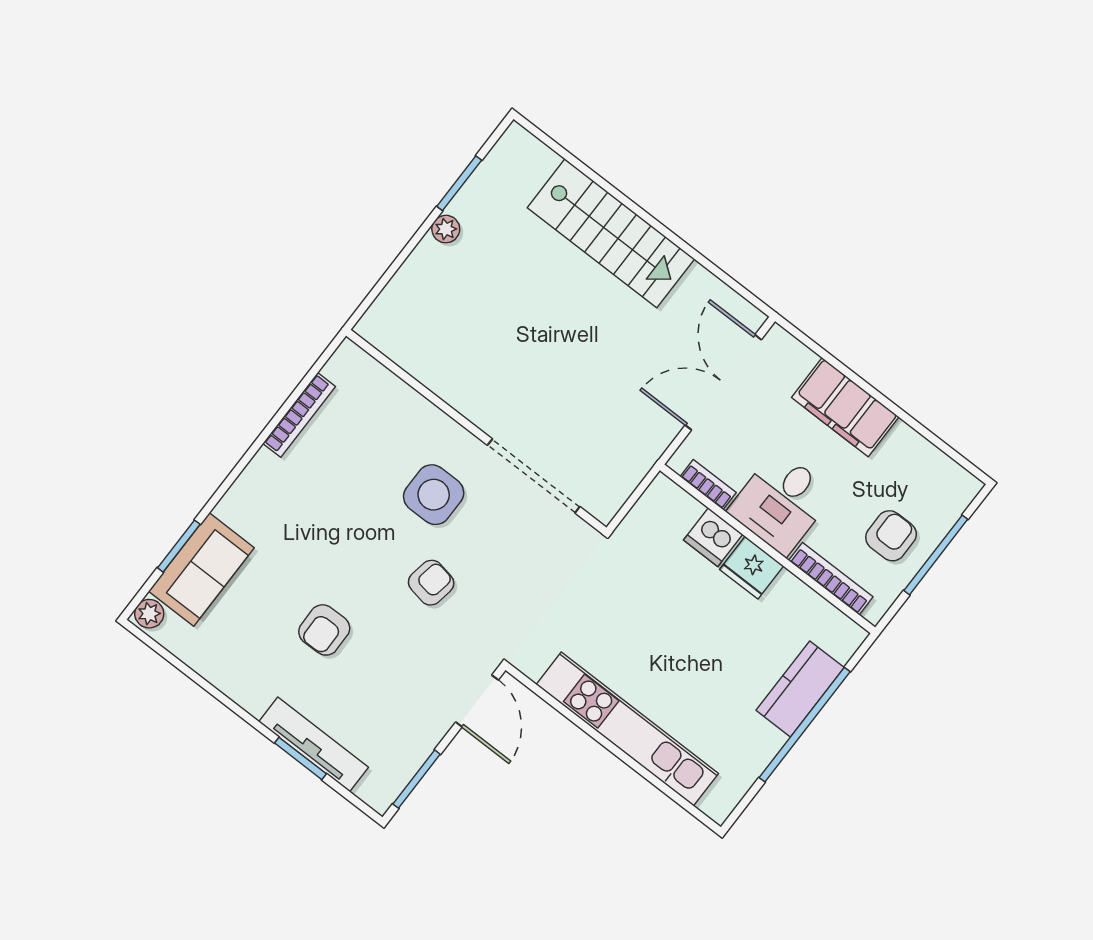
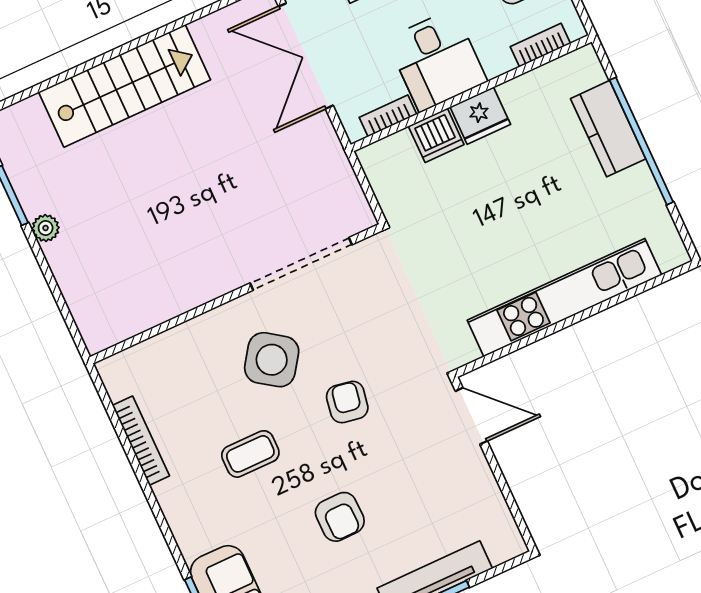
side table: (434, 495) -> (272, 360), turned 35
coffee table: (339, 520) -> (250, 454), added
bookcase: (831, 579) -> (540, 45), width x0.64
window: (417, 779) -> (512, 504), removed

